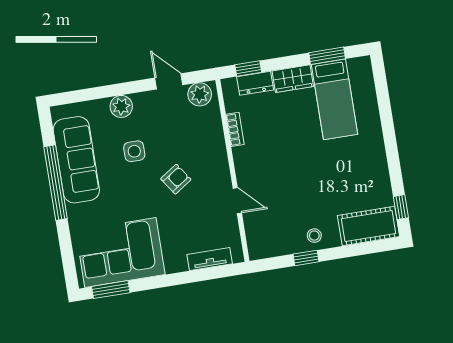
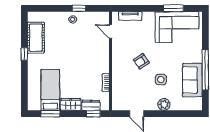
plant: (200, 94) -> (121, 104), removed
sofa: (76, 160) -> (192, 80), width x0.73
door: (237, 201) -> (110, 32), moved
window: (401, 207) -> (24, 54), moved
cot: (368, 226) -> (36, 38), moved, turned 90
window: (111, 290) -> (173, 8), moved

